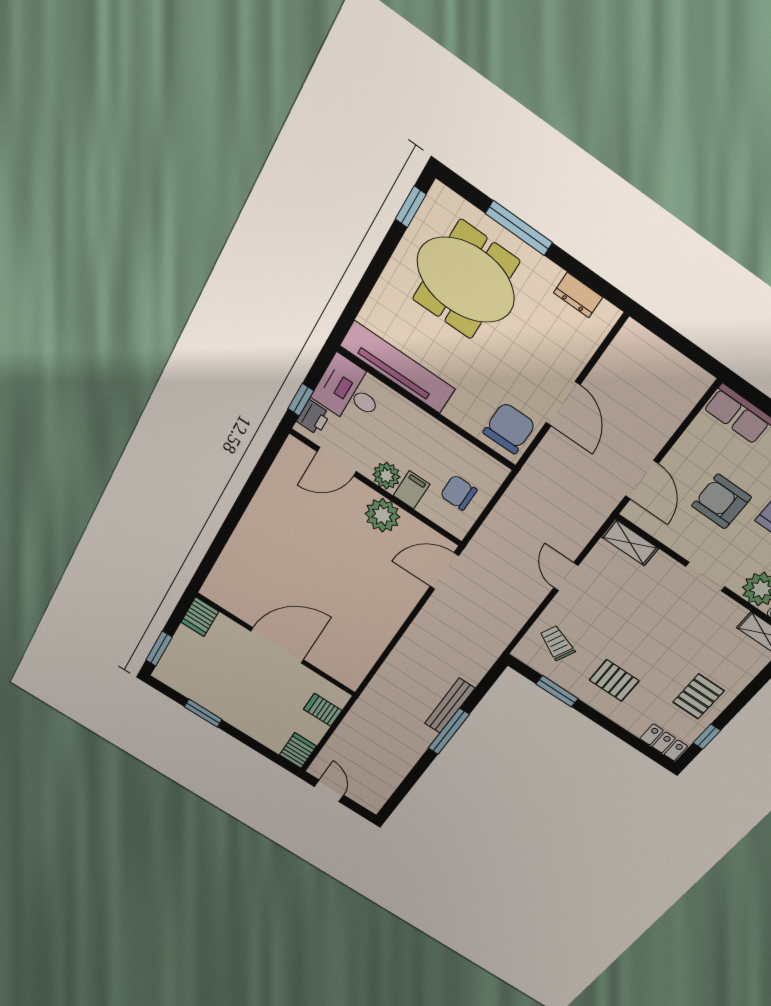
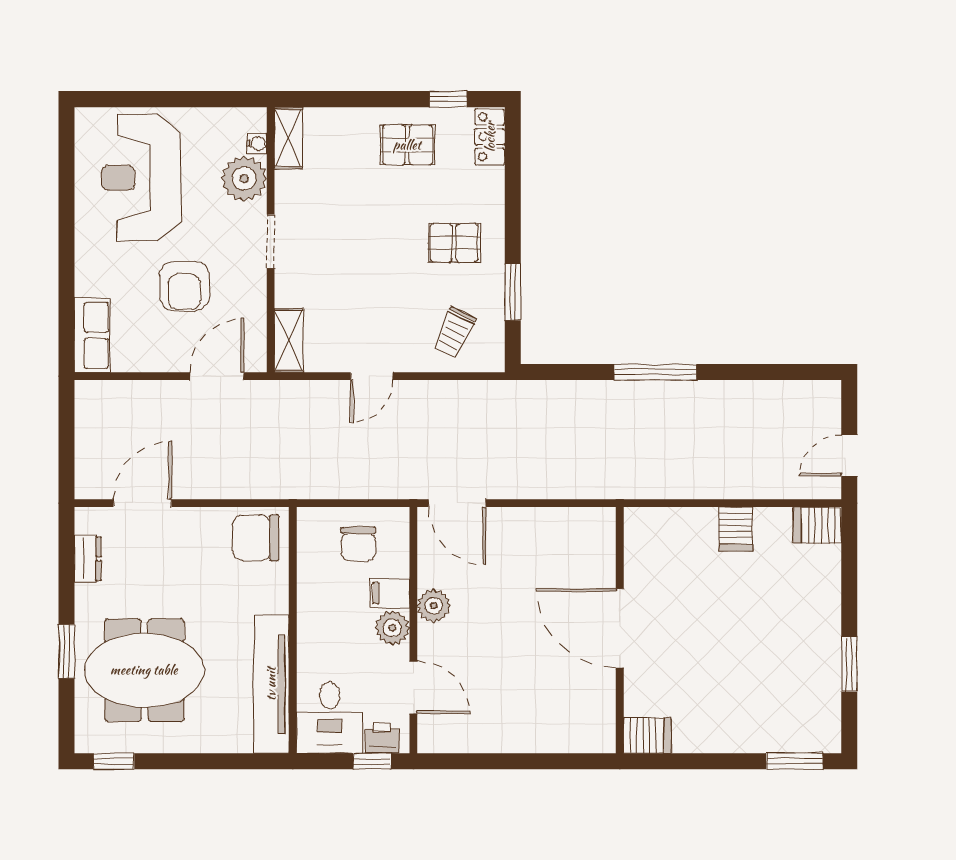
window: (519, 228) -> (66, 651), width x0.69
meeting table: (466, 280) -> (144, 670), turned 90
door: (563, 404) -> (143, 503), moved
plant: (382, 515) -> (434, 606), width x0.73, depth x0.73
server rack: (200, 617) -> (647, 735), moved
wall: (276, 645) -> (620, 630), moved
door: (277, 646) -> (620, 628), moved
pallet: (614, 680) -> (454, 243), turned 90
bench: (450, 706) -> (620, 393), removed

